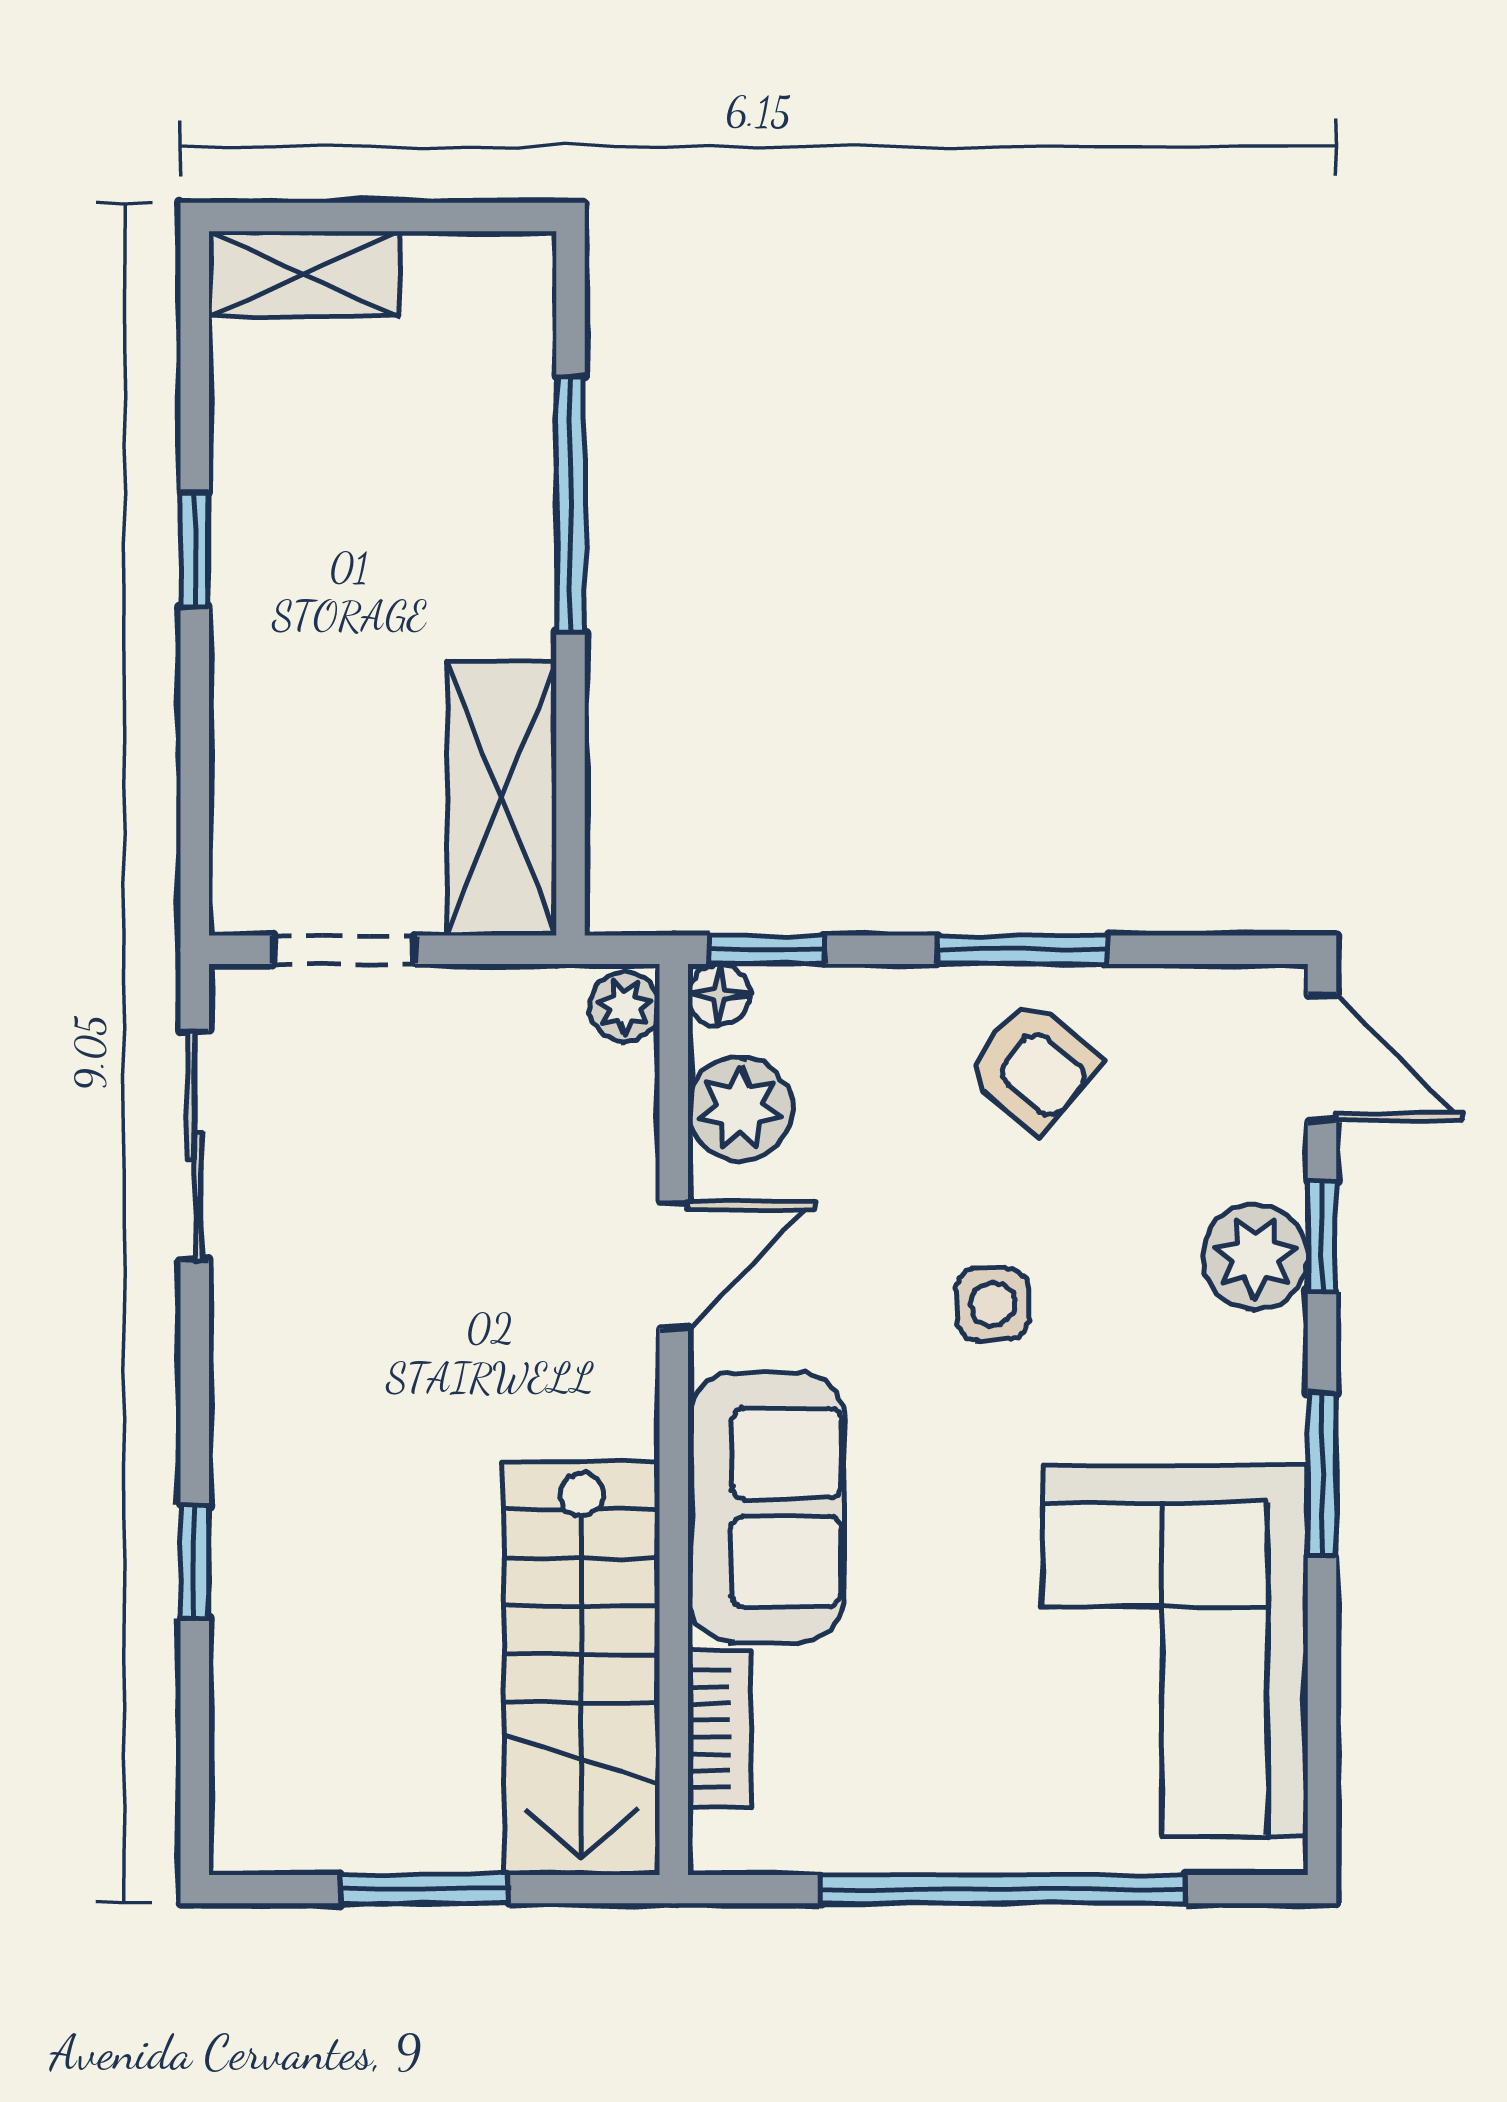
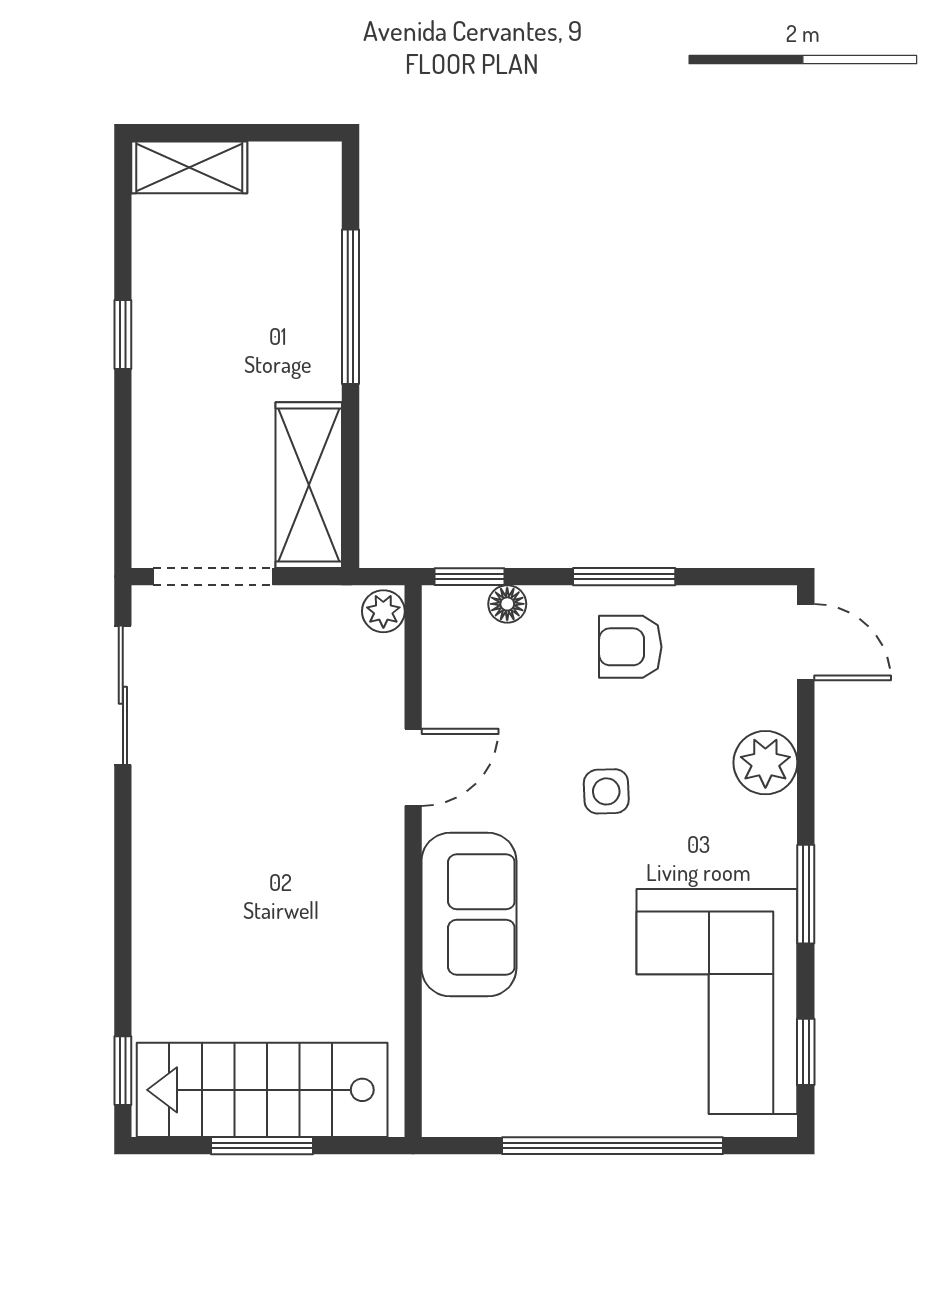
doorway: (344, 950) -> (213, 577), width x1.38
floor lamp: (719, 995) -> (507, 604), moved
armchair: (1032, 1066) -> (630, 647), turned 140
plant: (740, 1109) -> (453, 673), removed
window: (1322, 1236) -> (806, 1052), moved
window: (195, 1562) -> (123, 1071), moved
stairs: (582, 1668) -> (262, 1090), moved, turned 90
bookcase: (719, 1729) -> (441, 1048), removed

